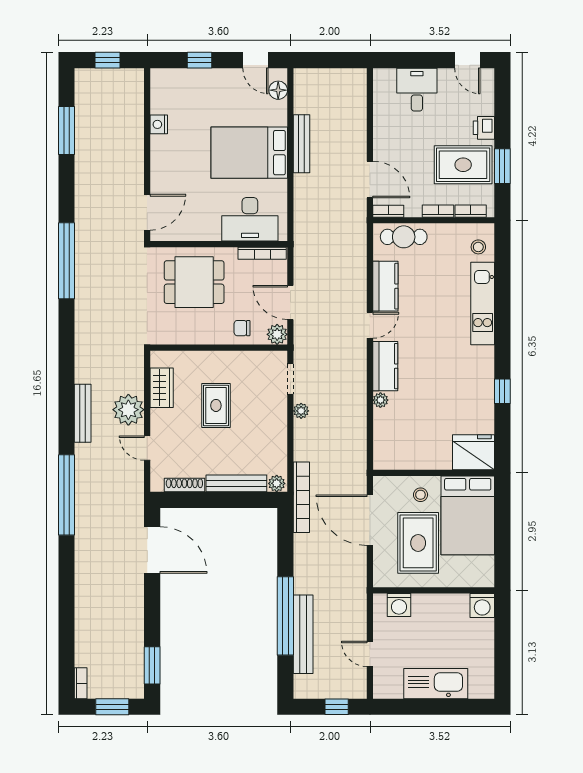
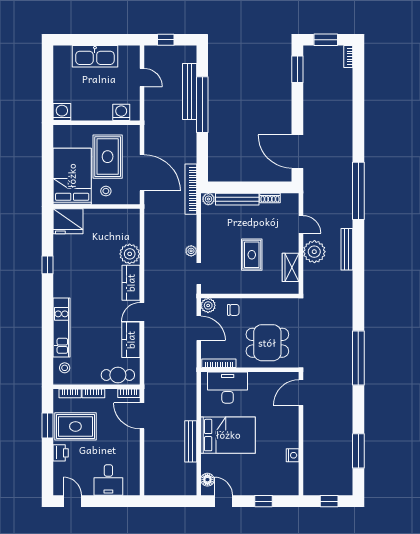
plant: (380, 400) -> (130, 254), width x1.87, depth x1.87
shoe rack: (184, 485) -> (270, 198), width x0.70

